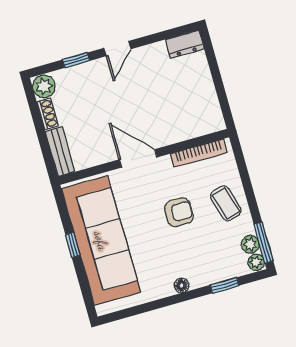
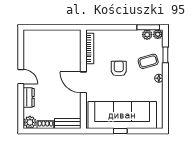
dresser: (185, 44) -> (29, 97), moved
window: (76, 60) -> (21, 101), removed
door: (138, 158) -> (83, 82), hinge flipped
coffee table: (226, 203) -> (148, 61), moved

